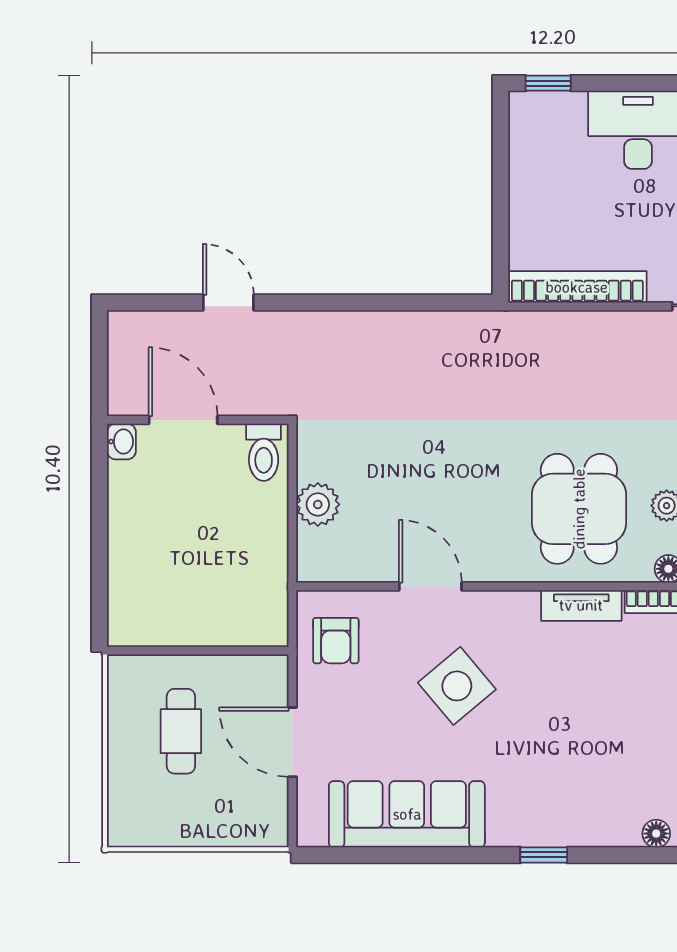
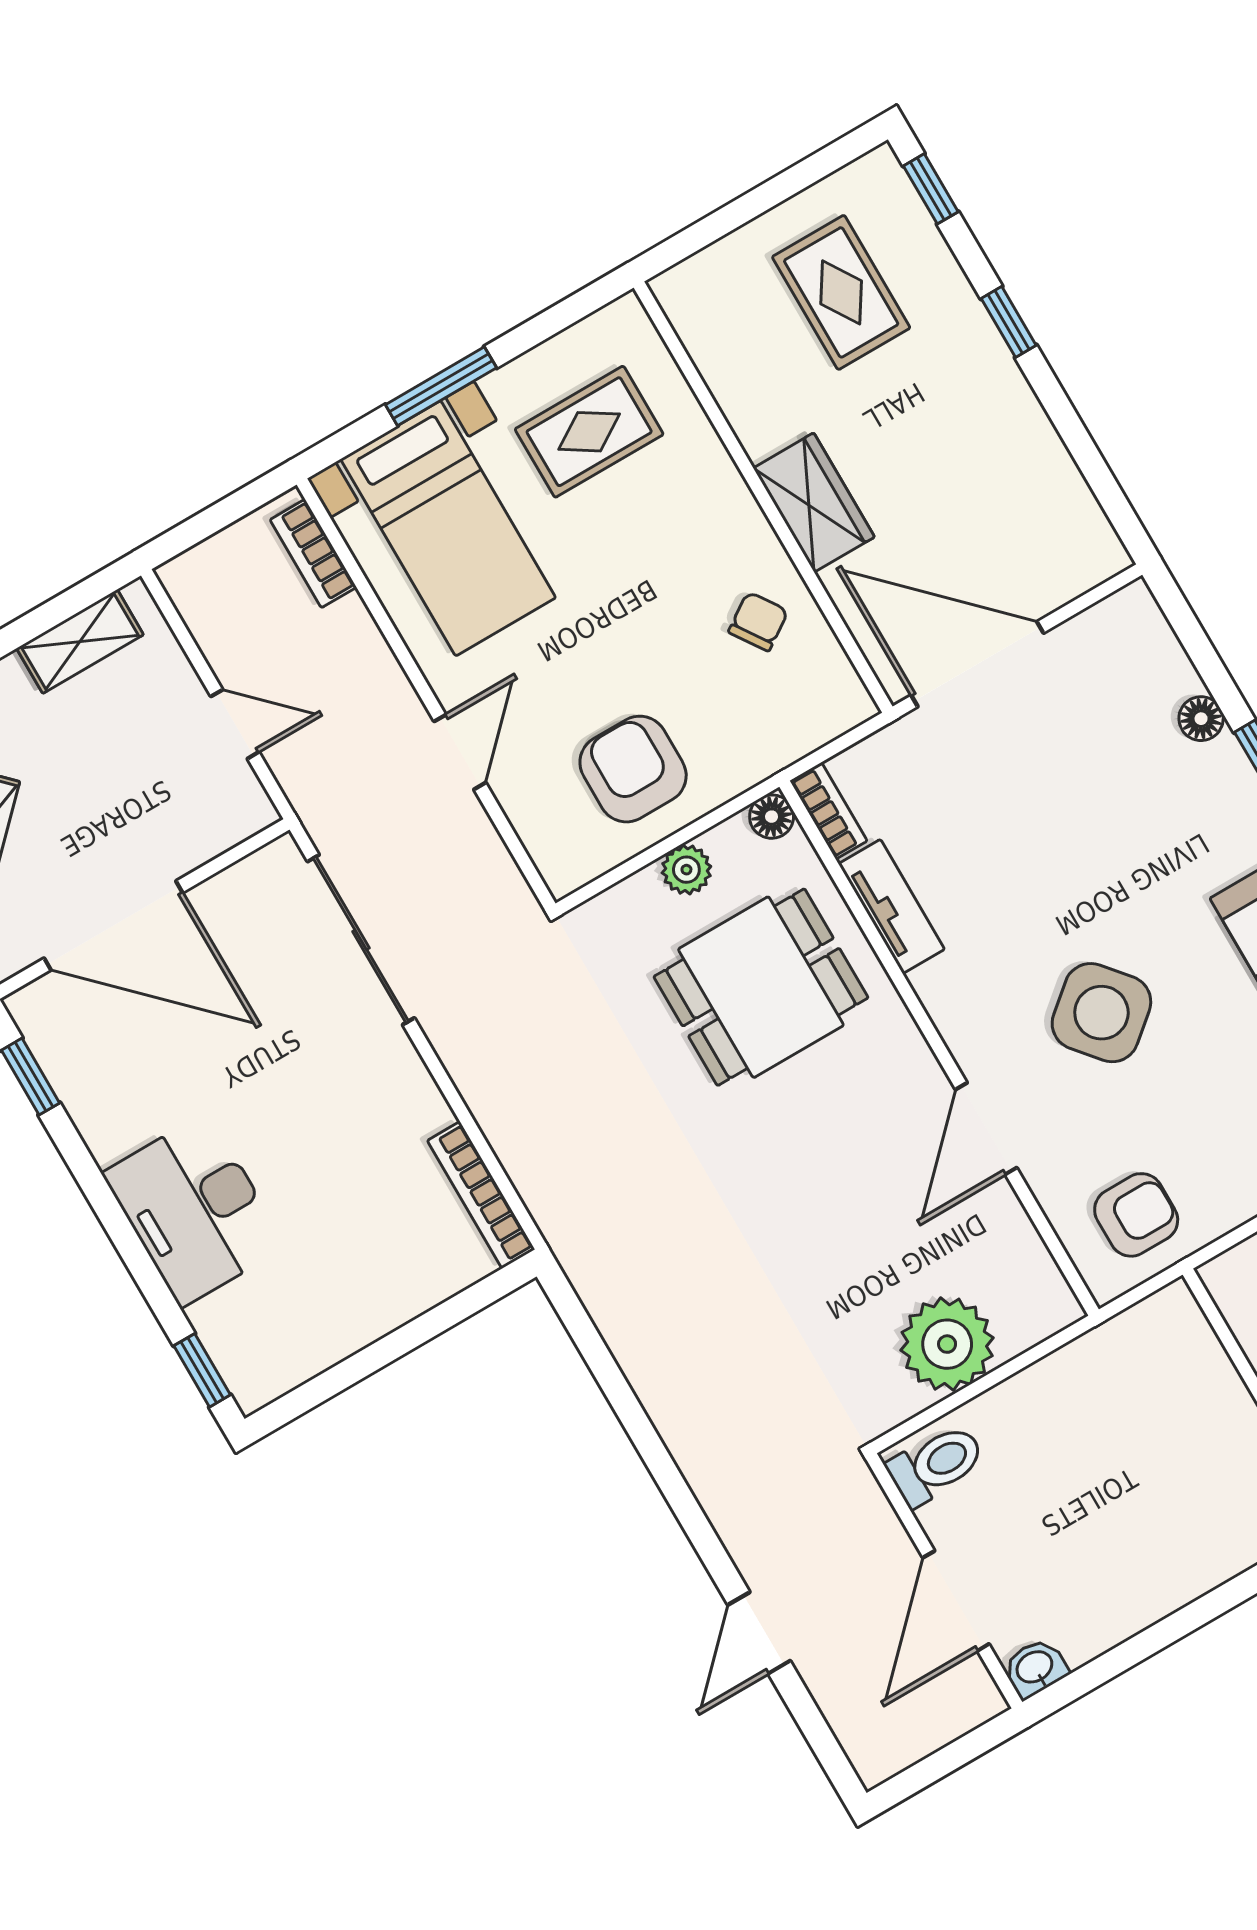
bookcase: (577, 287) -> (481, 1195), width x0.68, depth x0.76
plant: (318, 504) -> (947, 1344), width x1.36, depth x1.36
floor lamp: (656, 834) -> (1201, 719), moved

